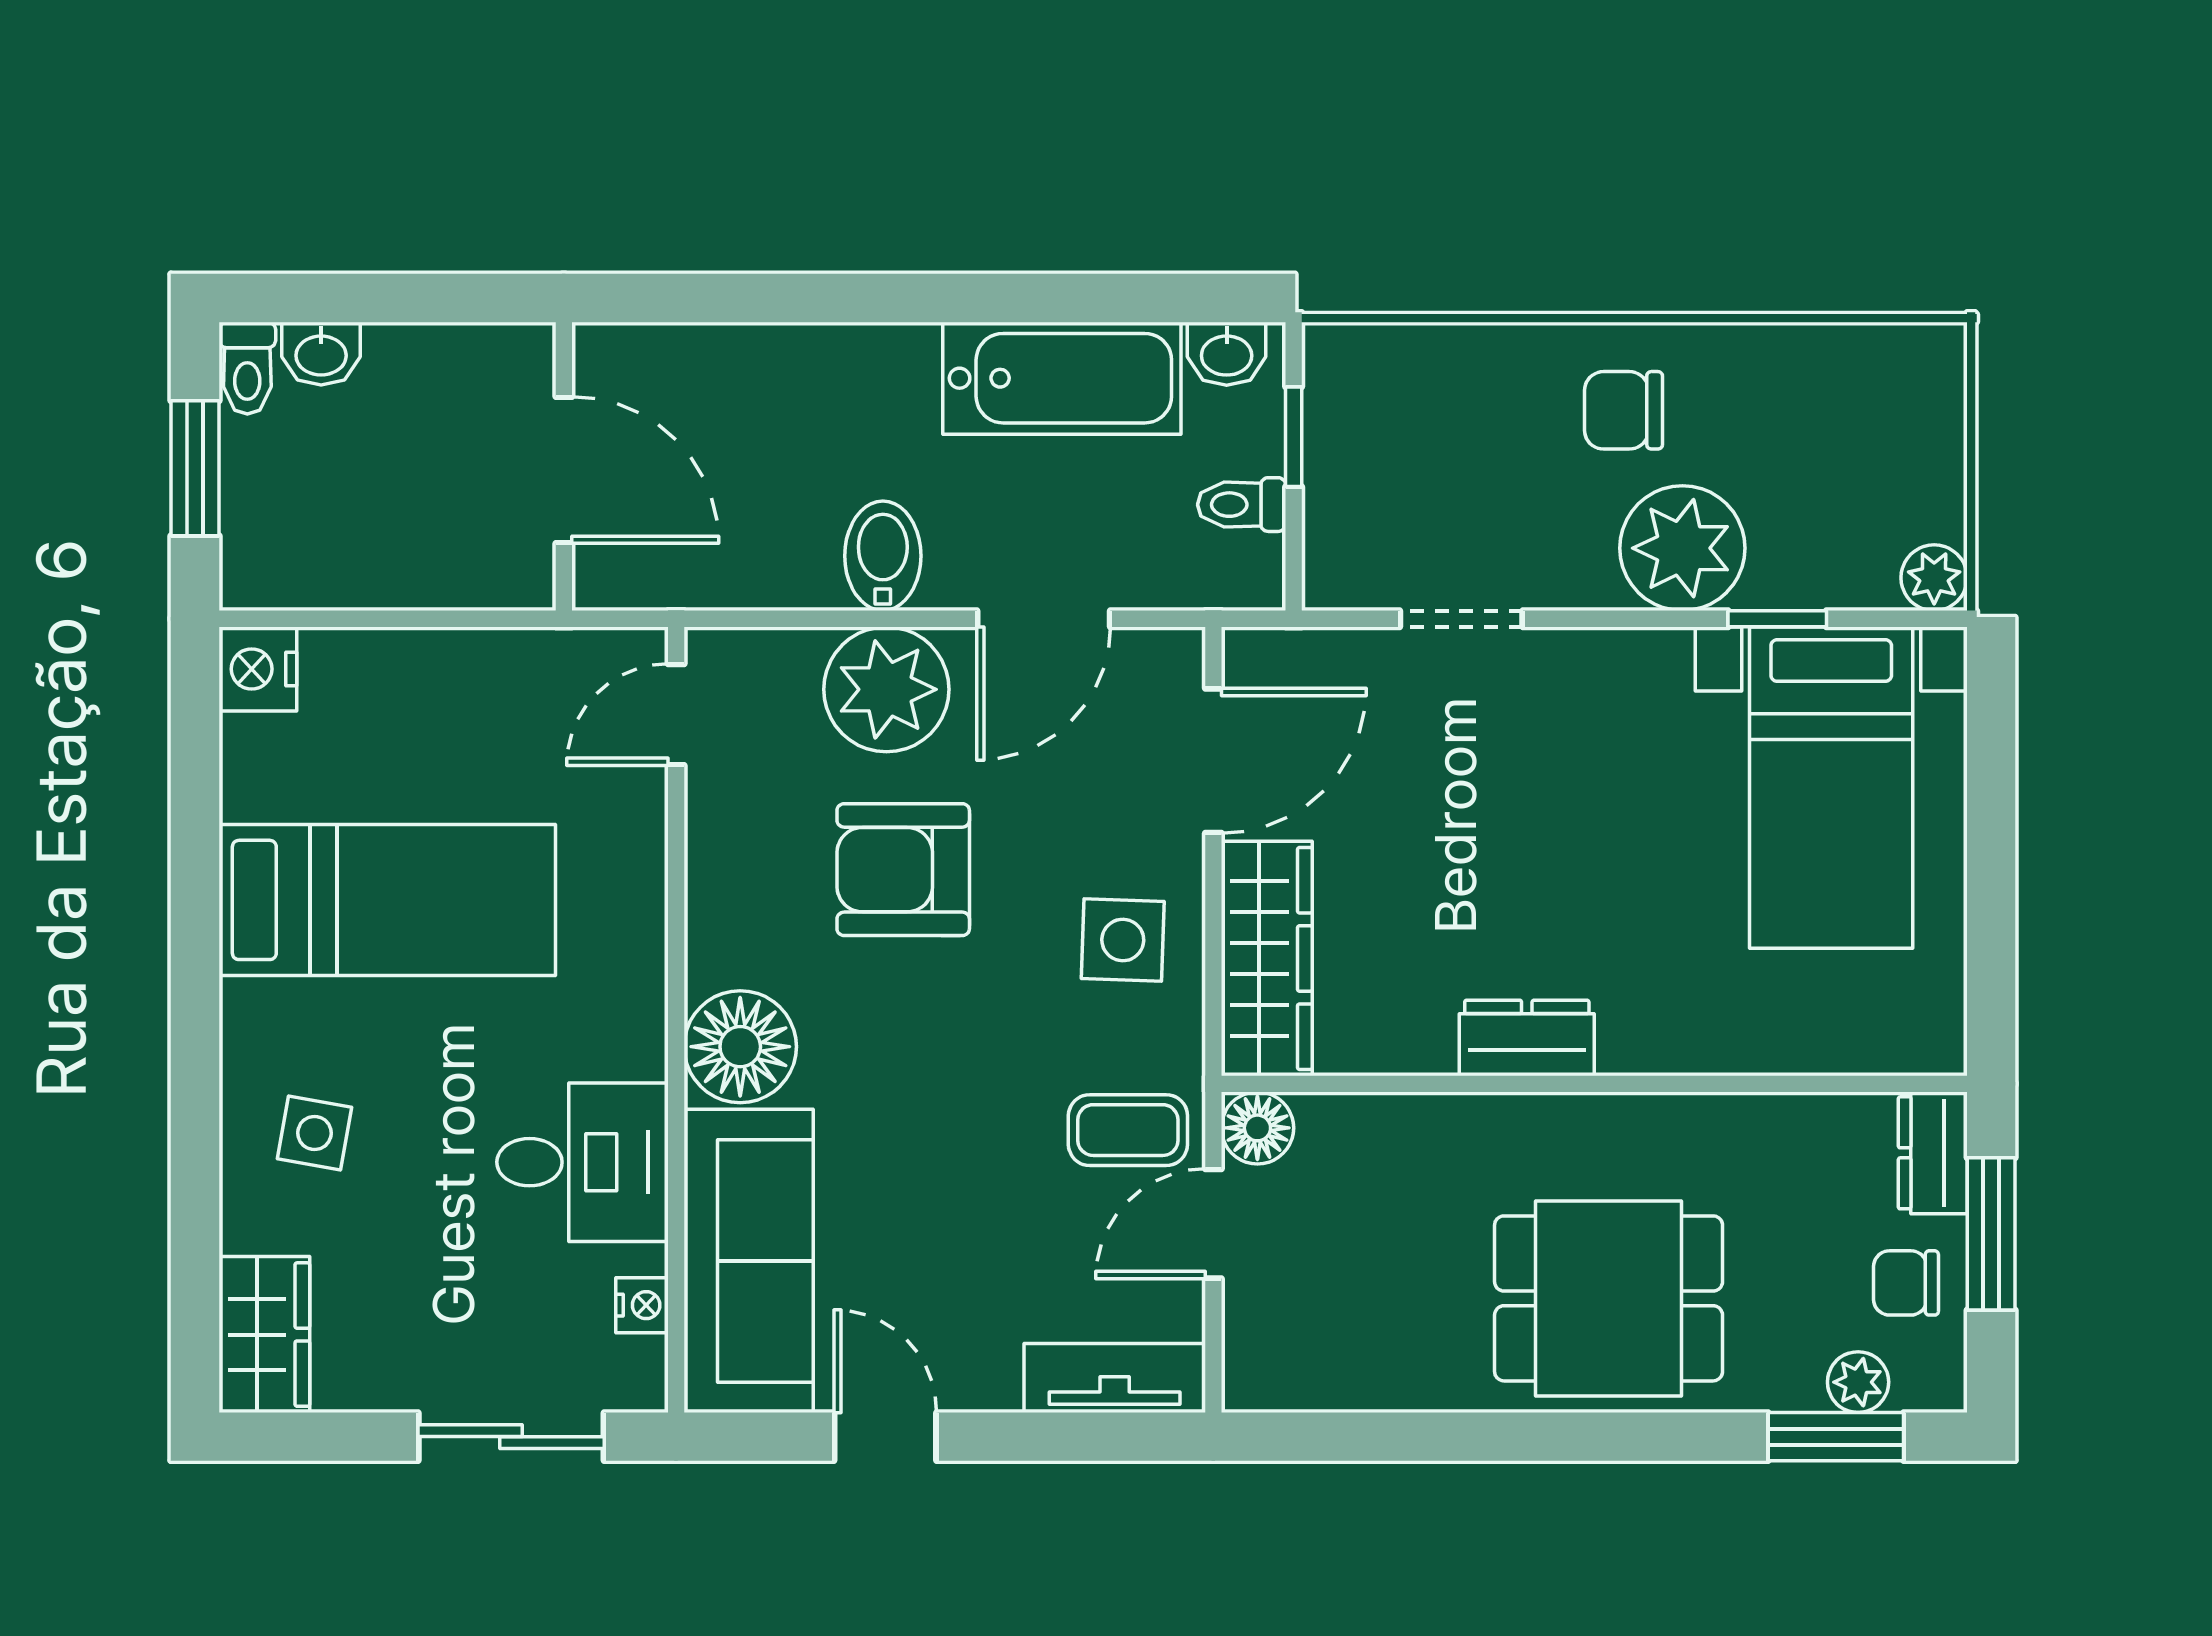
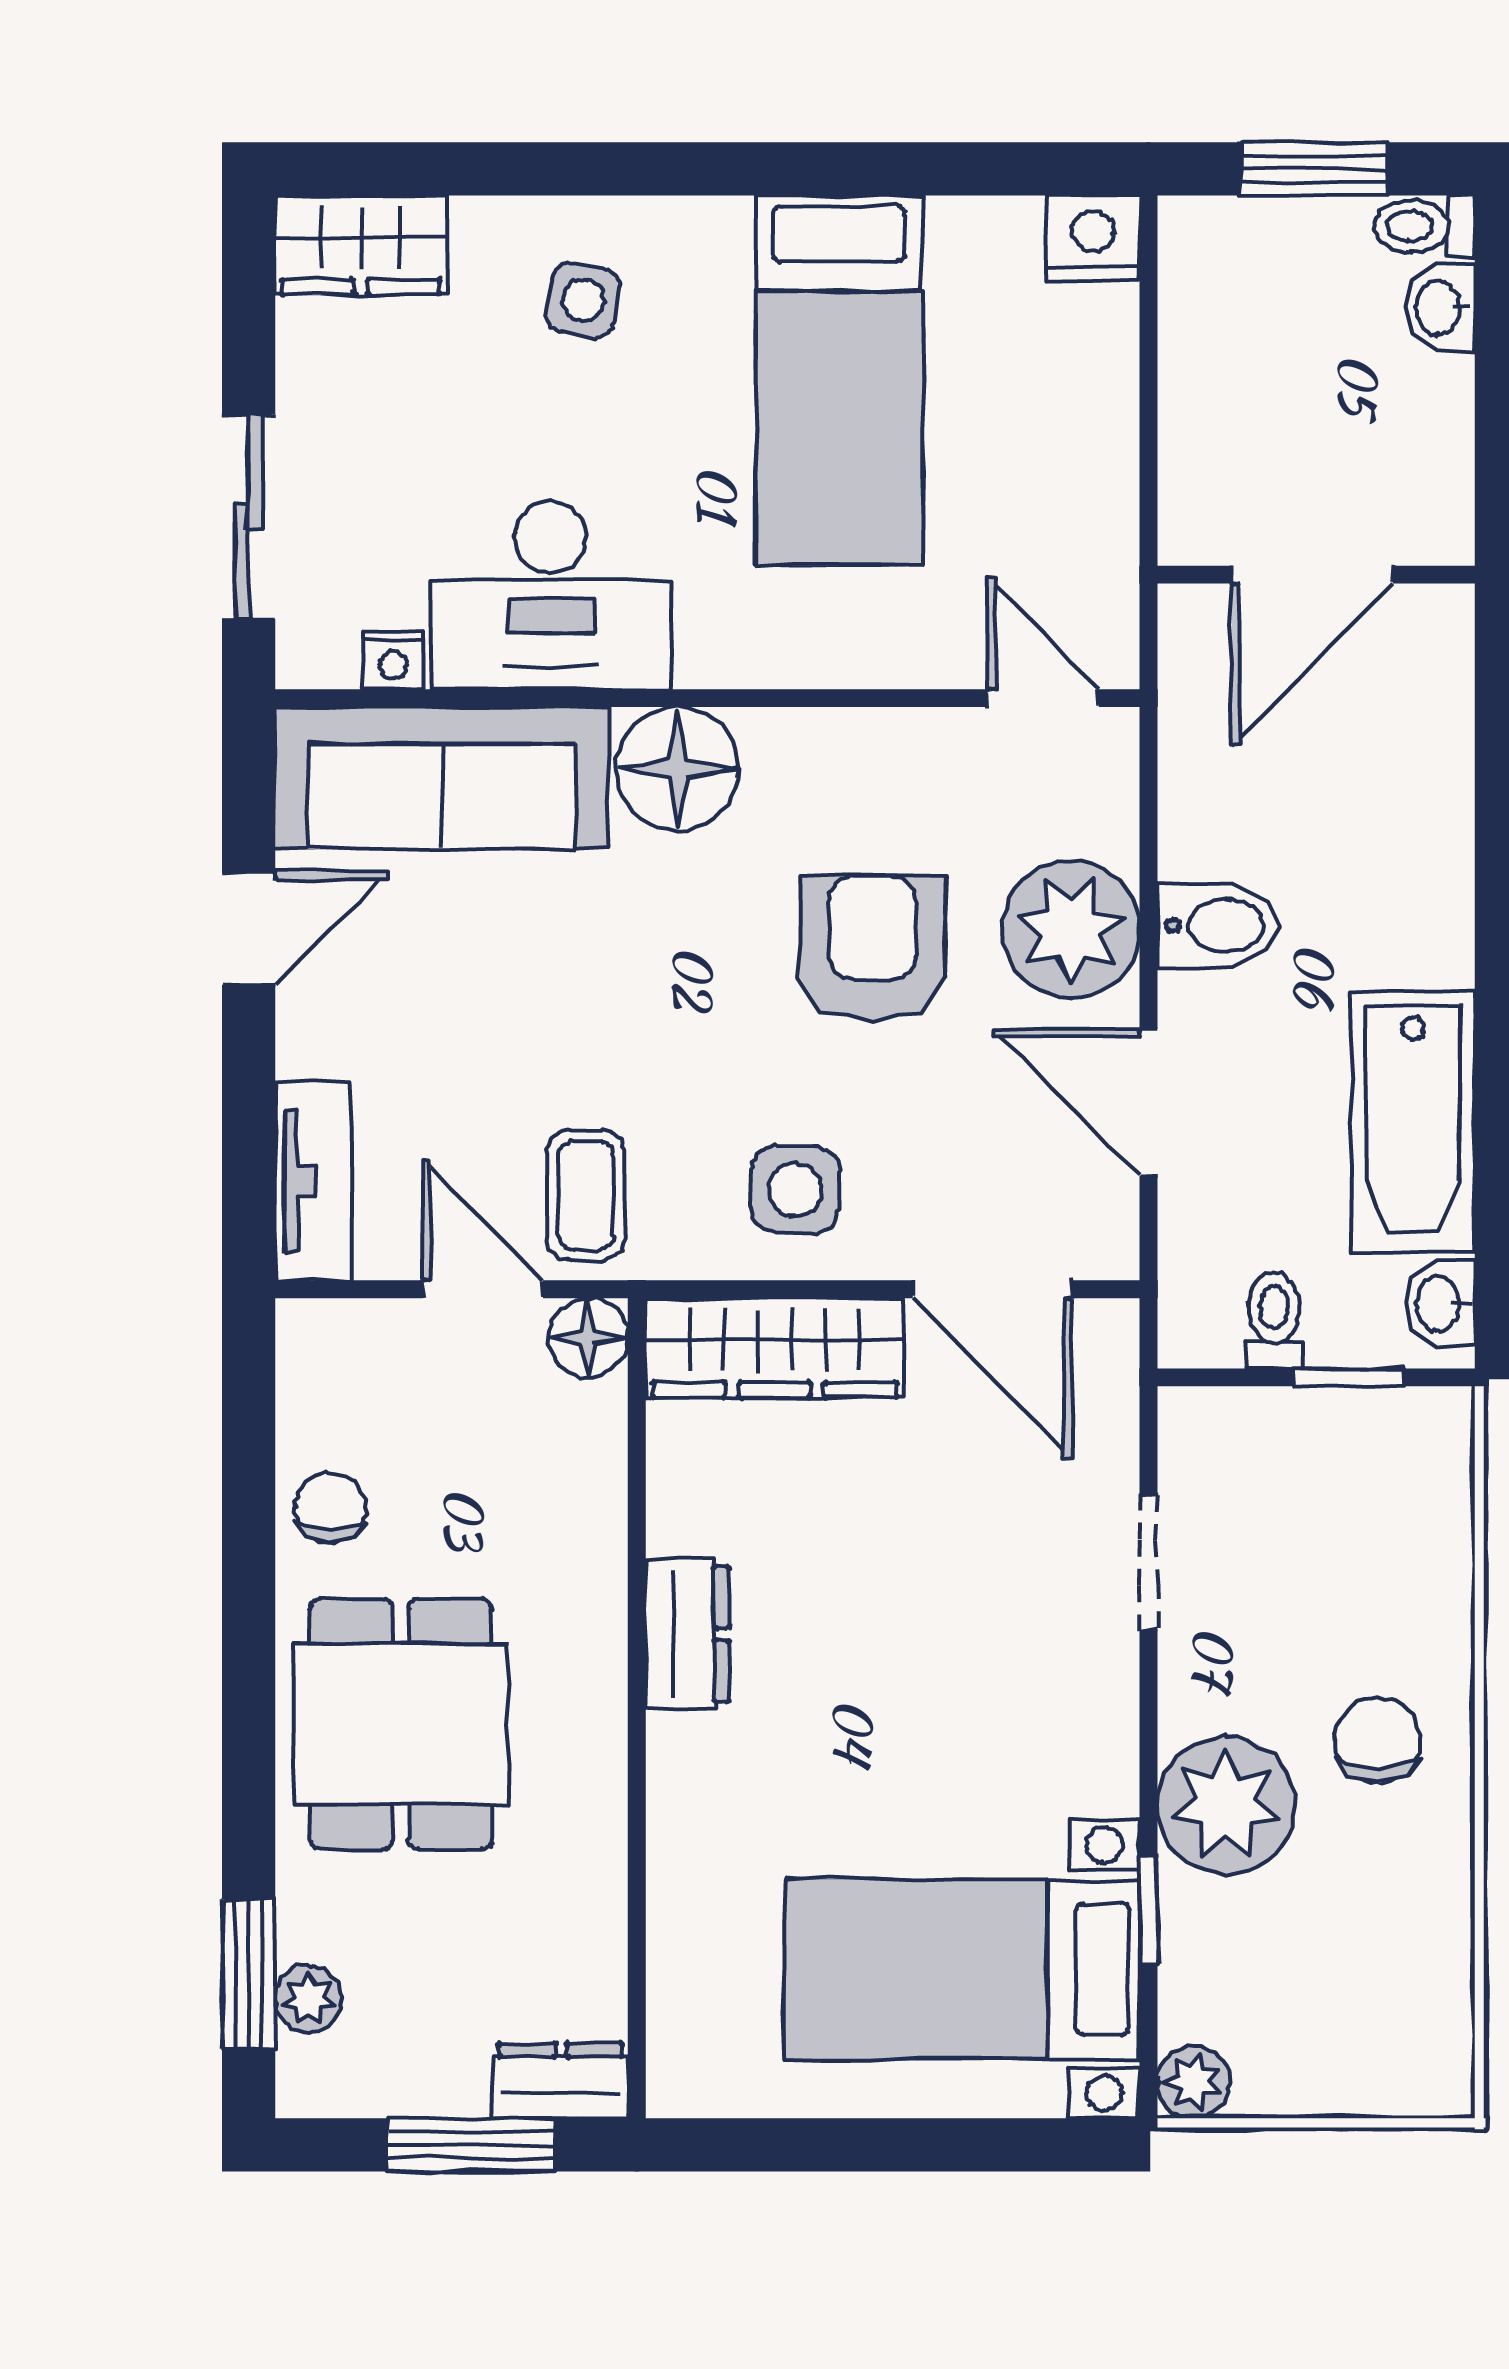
desk: (582, 1162) -> (551, 595), width x1.37
chair: (1906, 1283) -> (330, 1507), moved

